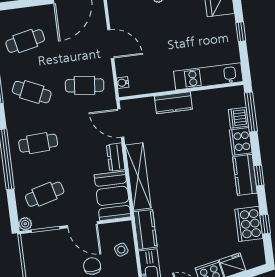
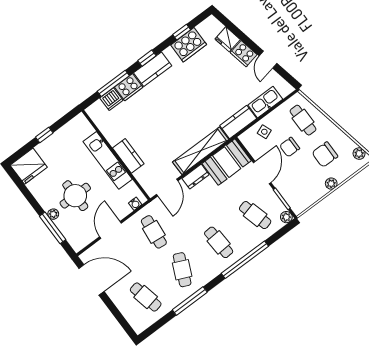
round table: (164, 28) -> (75, 196), added
kitchen unit: (208, 76) -> (108, 160), moved
window: (251, 112) -> (113, 83), moved

